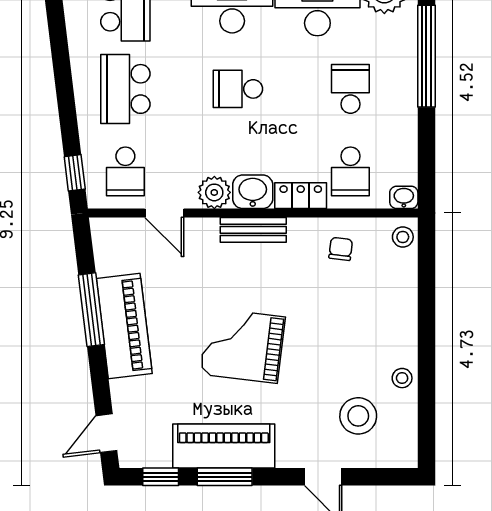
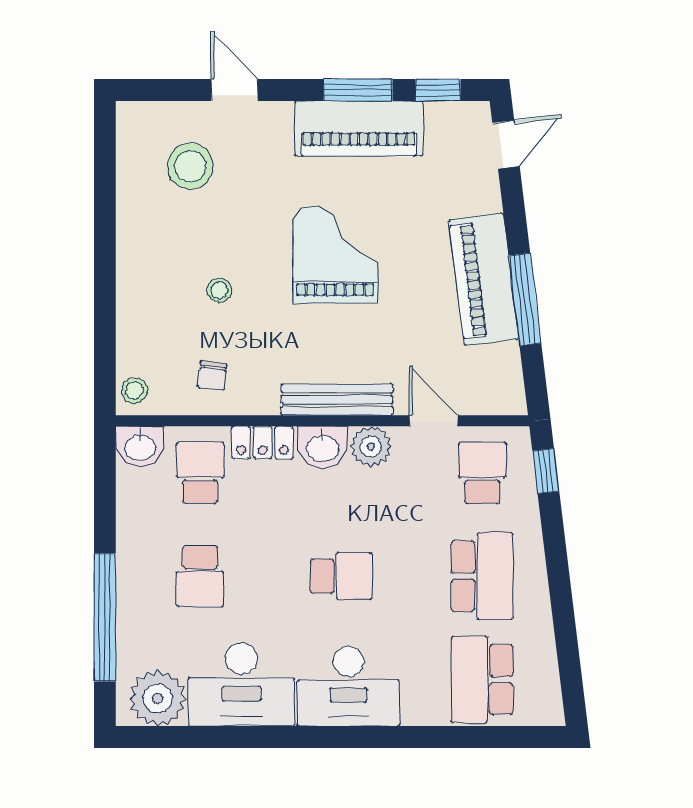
washbasin: (404, 197) -> (140, 447), width x1.38, depth x1.45
bench: (253, 230) -> (337, 400), width x1.36
grand piano: (243, 345) -> (335, 255), turned -97
stool: (402, 378) -> (219, 290), moved

